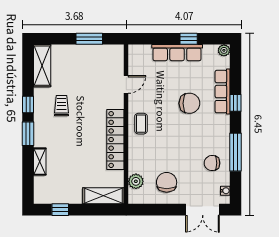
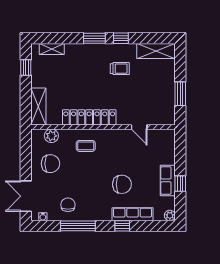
row of seats: (177, 53) -> (168, 180), width x0.68
chair: (189, 103) -> (122, 184), turned -90
coffee table: (141, 124) -> (86, 146), moved
shelving: (40, 162) -> (52, 49), moved

